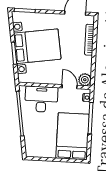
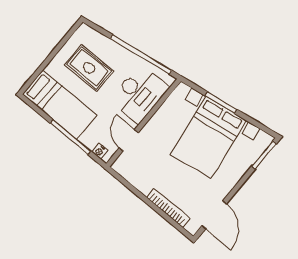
plant: (85, 80) -> (123, 166), removed
door: (70, 87) -> (129, 140), swing flipped
rug: (47, 135) -> (89, 68), added
bed: (73, 136) -> (60, 105), width x0.67

